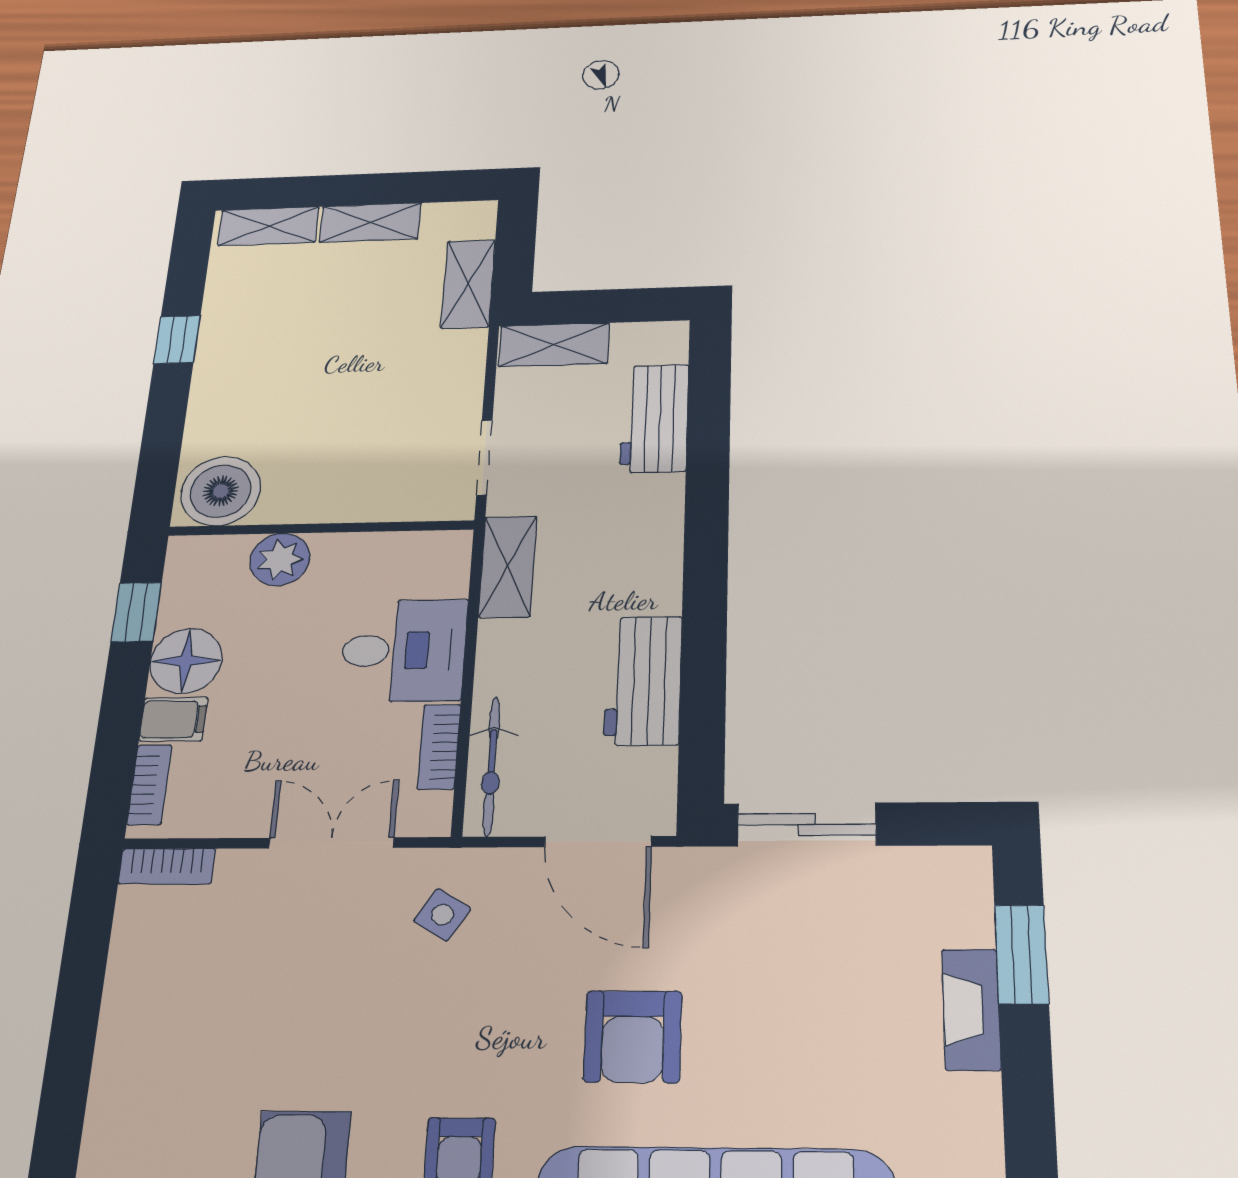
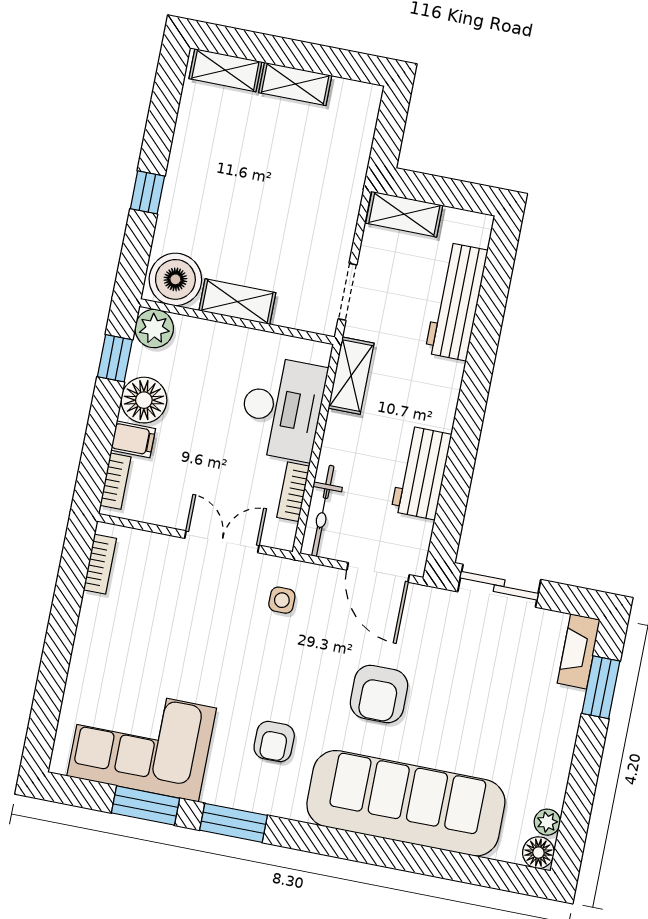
shelving: (468, 284) -> (237, 302), moved, turned 90
window: (177, 339) -> (147, 192), moved
workbench: (654, 418) -> (456, 302), width x1.38
plant: (280, 559) -> (154, 328), moved
desk: (403, 650) -> (282, 408), width x1.37
bookcase: (167, 866) -> (100, 564), moved, turned -90
side table: (442, 915) -> (282, 600), turned -32
fireplace: (971, 1009) -> (579, 651), moved

